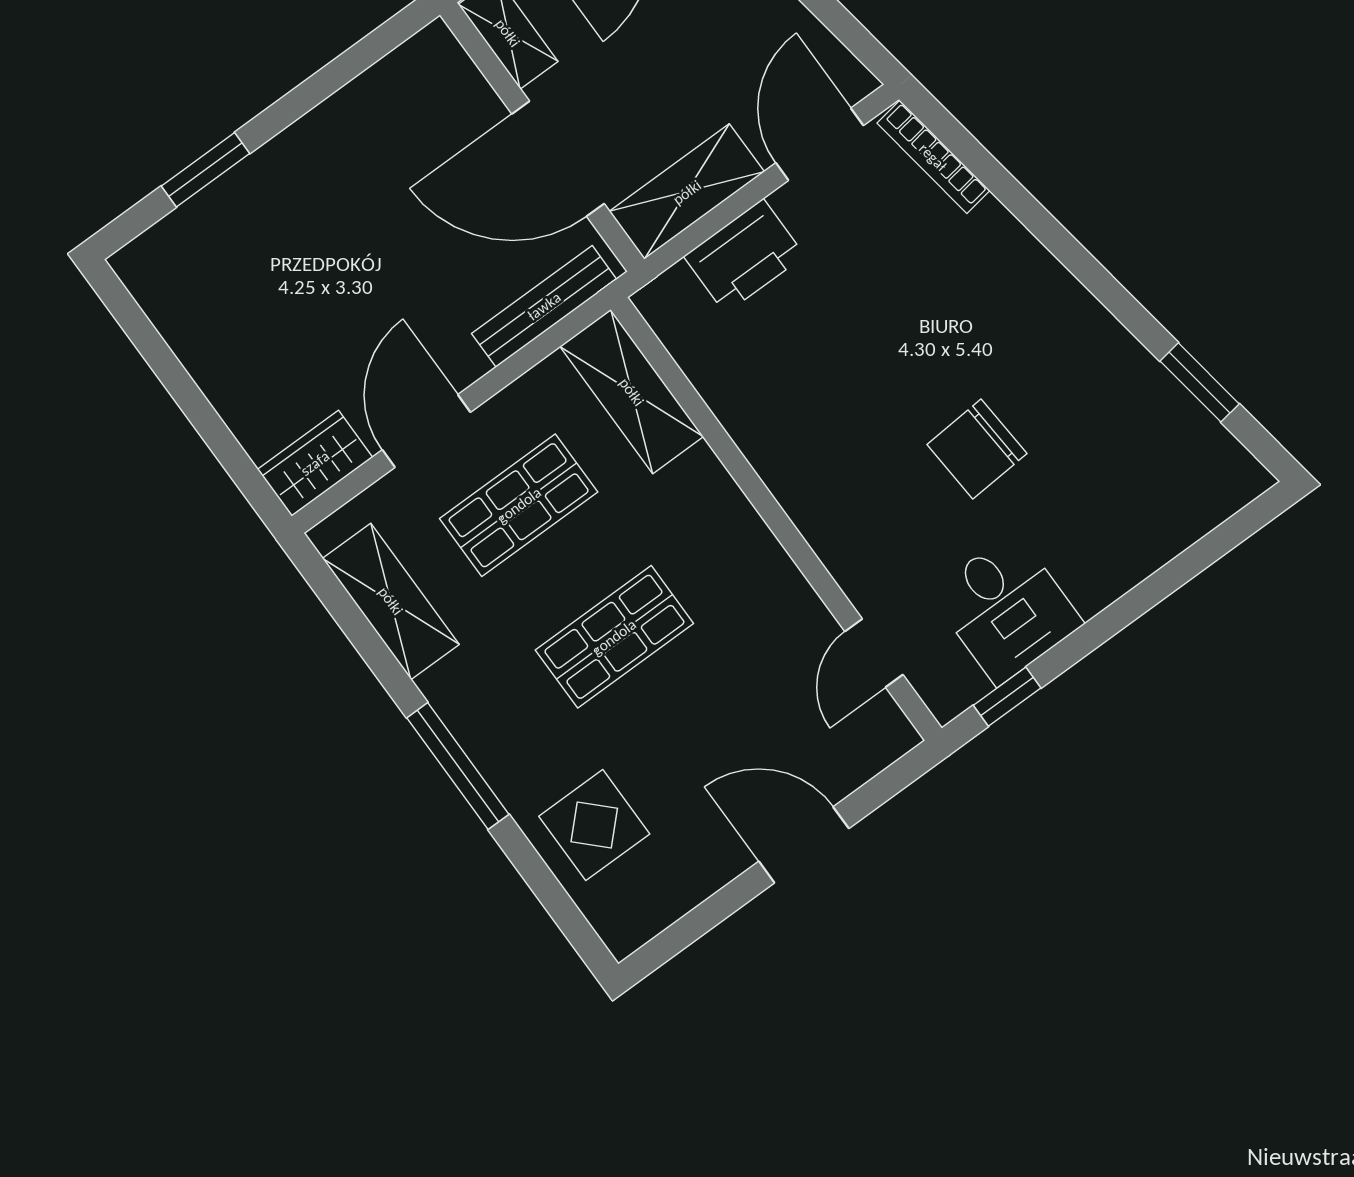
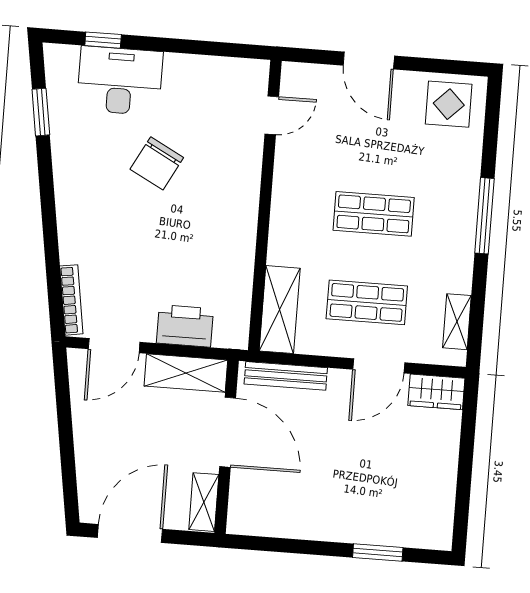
chair: (977, 449) -> (157, 163), turned 122
shelving: (391, 601) -> (457, 322), width x0.67, depth x0.75
desk: (1006, 608) -> (120, 81), moved, width x1.37
window: (1007, 697) -> (103, 40), moved
display table: (594, 825) -> (449, 104), moved

